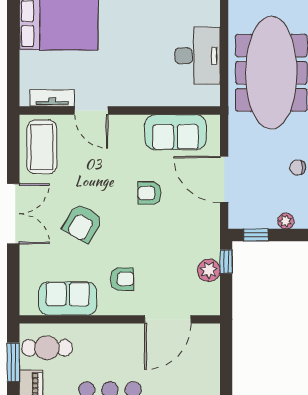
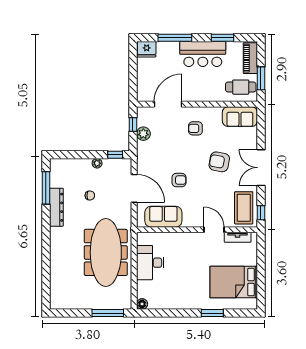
window: (13, 139) -> (261, 213), added
armchair: (83, 223) -> (219, 162), turned -109
window: (226, 262) -> (133, 124), moved
sofa: (68, 299) -> (240, 117), moved

